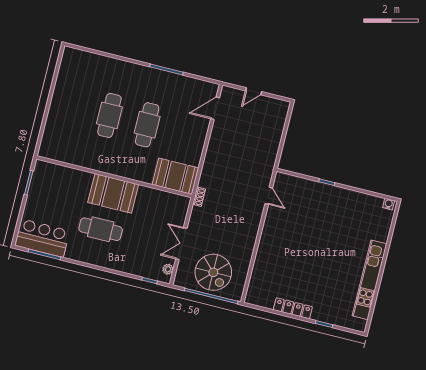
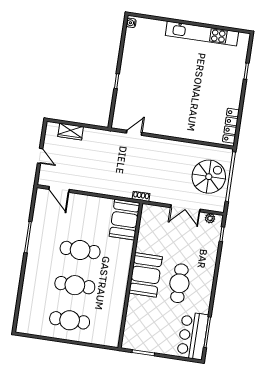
cafe table: (72, 106) -> (70, 320), added
wardrobe: (277, 127) -> (71, 132), added
locker: (293, 308) -> (231, 126), moved

